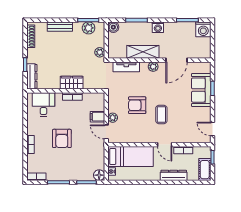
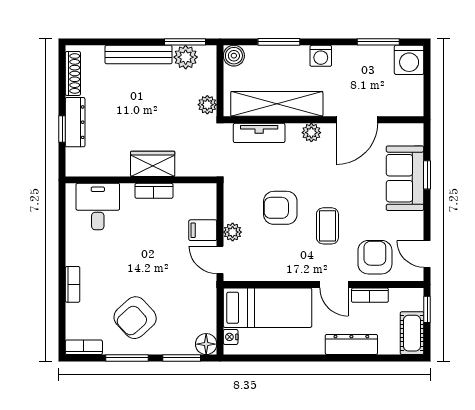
bench: (60, 27) -> (139, 55), width x1.36
shelving: (143, 52) -> (277, 104), width x1.47
dresser: (32, 76) -> (75, 122), moved
armchair: (186, 131) -> (375, 257), added
armchair: (62, 138) -> (135, 318), moved, turned 48

